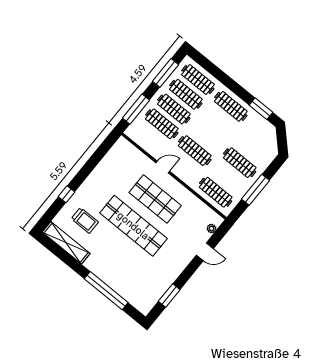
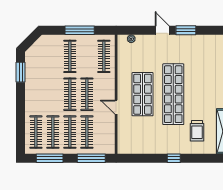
clothes rail: (231, 106) -> (70, 94), moved
window: (67, 194) -> (174, 158), moved
trolley: (85, 220) -> (197, 131), turned 180
door: (205, 252) -> (162, 30), moved
window: (169, 296) -> (186, 30), moved

